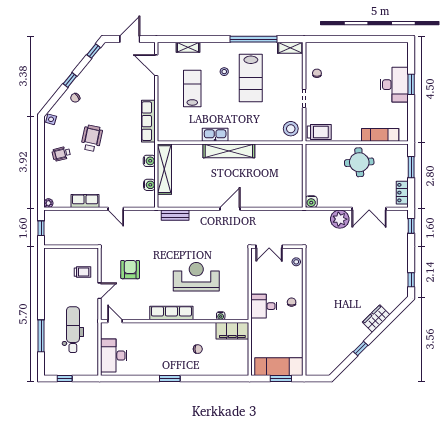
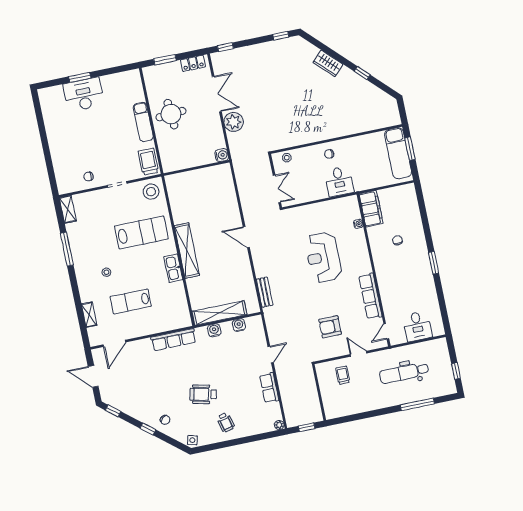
window: (253, 39) -> (67, 249), width x0.68
lab bench: (251, 78) -> (141, 232), moved
exam couch: (380, 135) -> (143, 122), moved
row of seats: (171, 313) -> (370, 296), moved
desk: (114, 356) -> (417, 326), width x0.73

